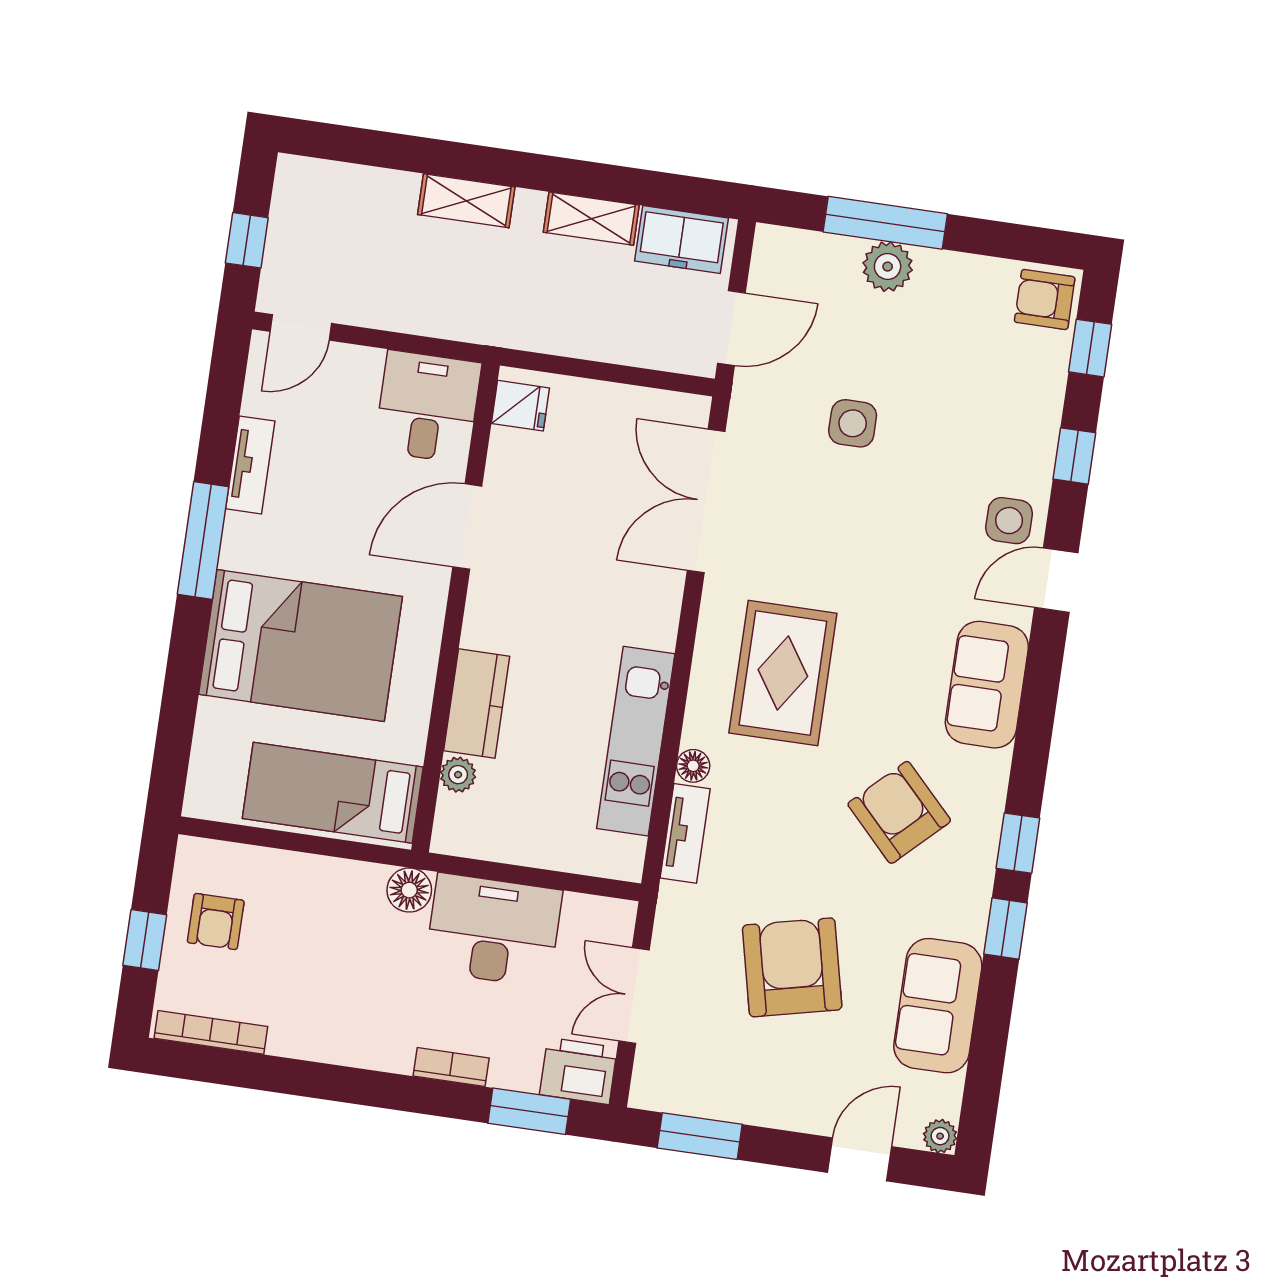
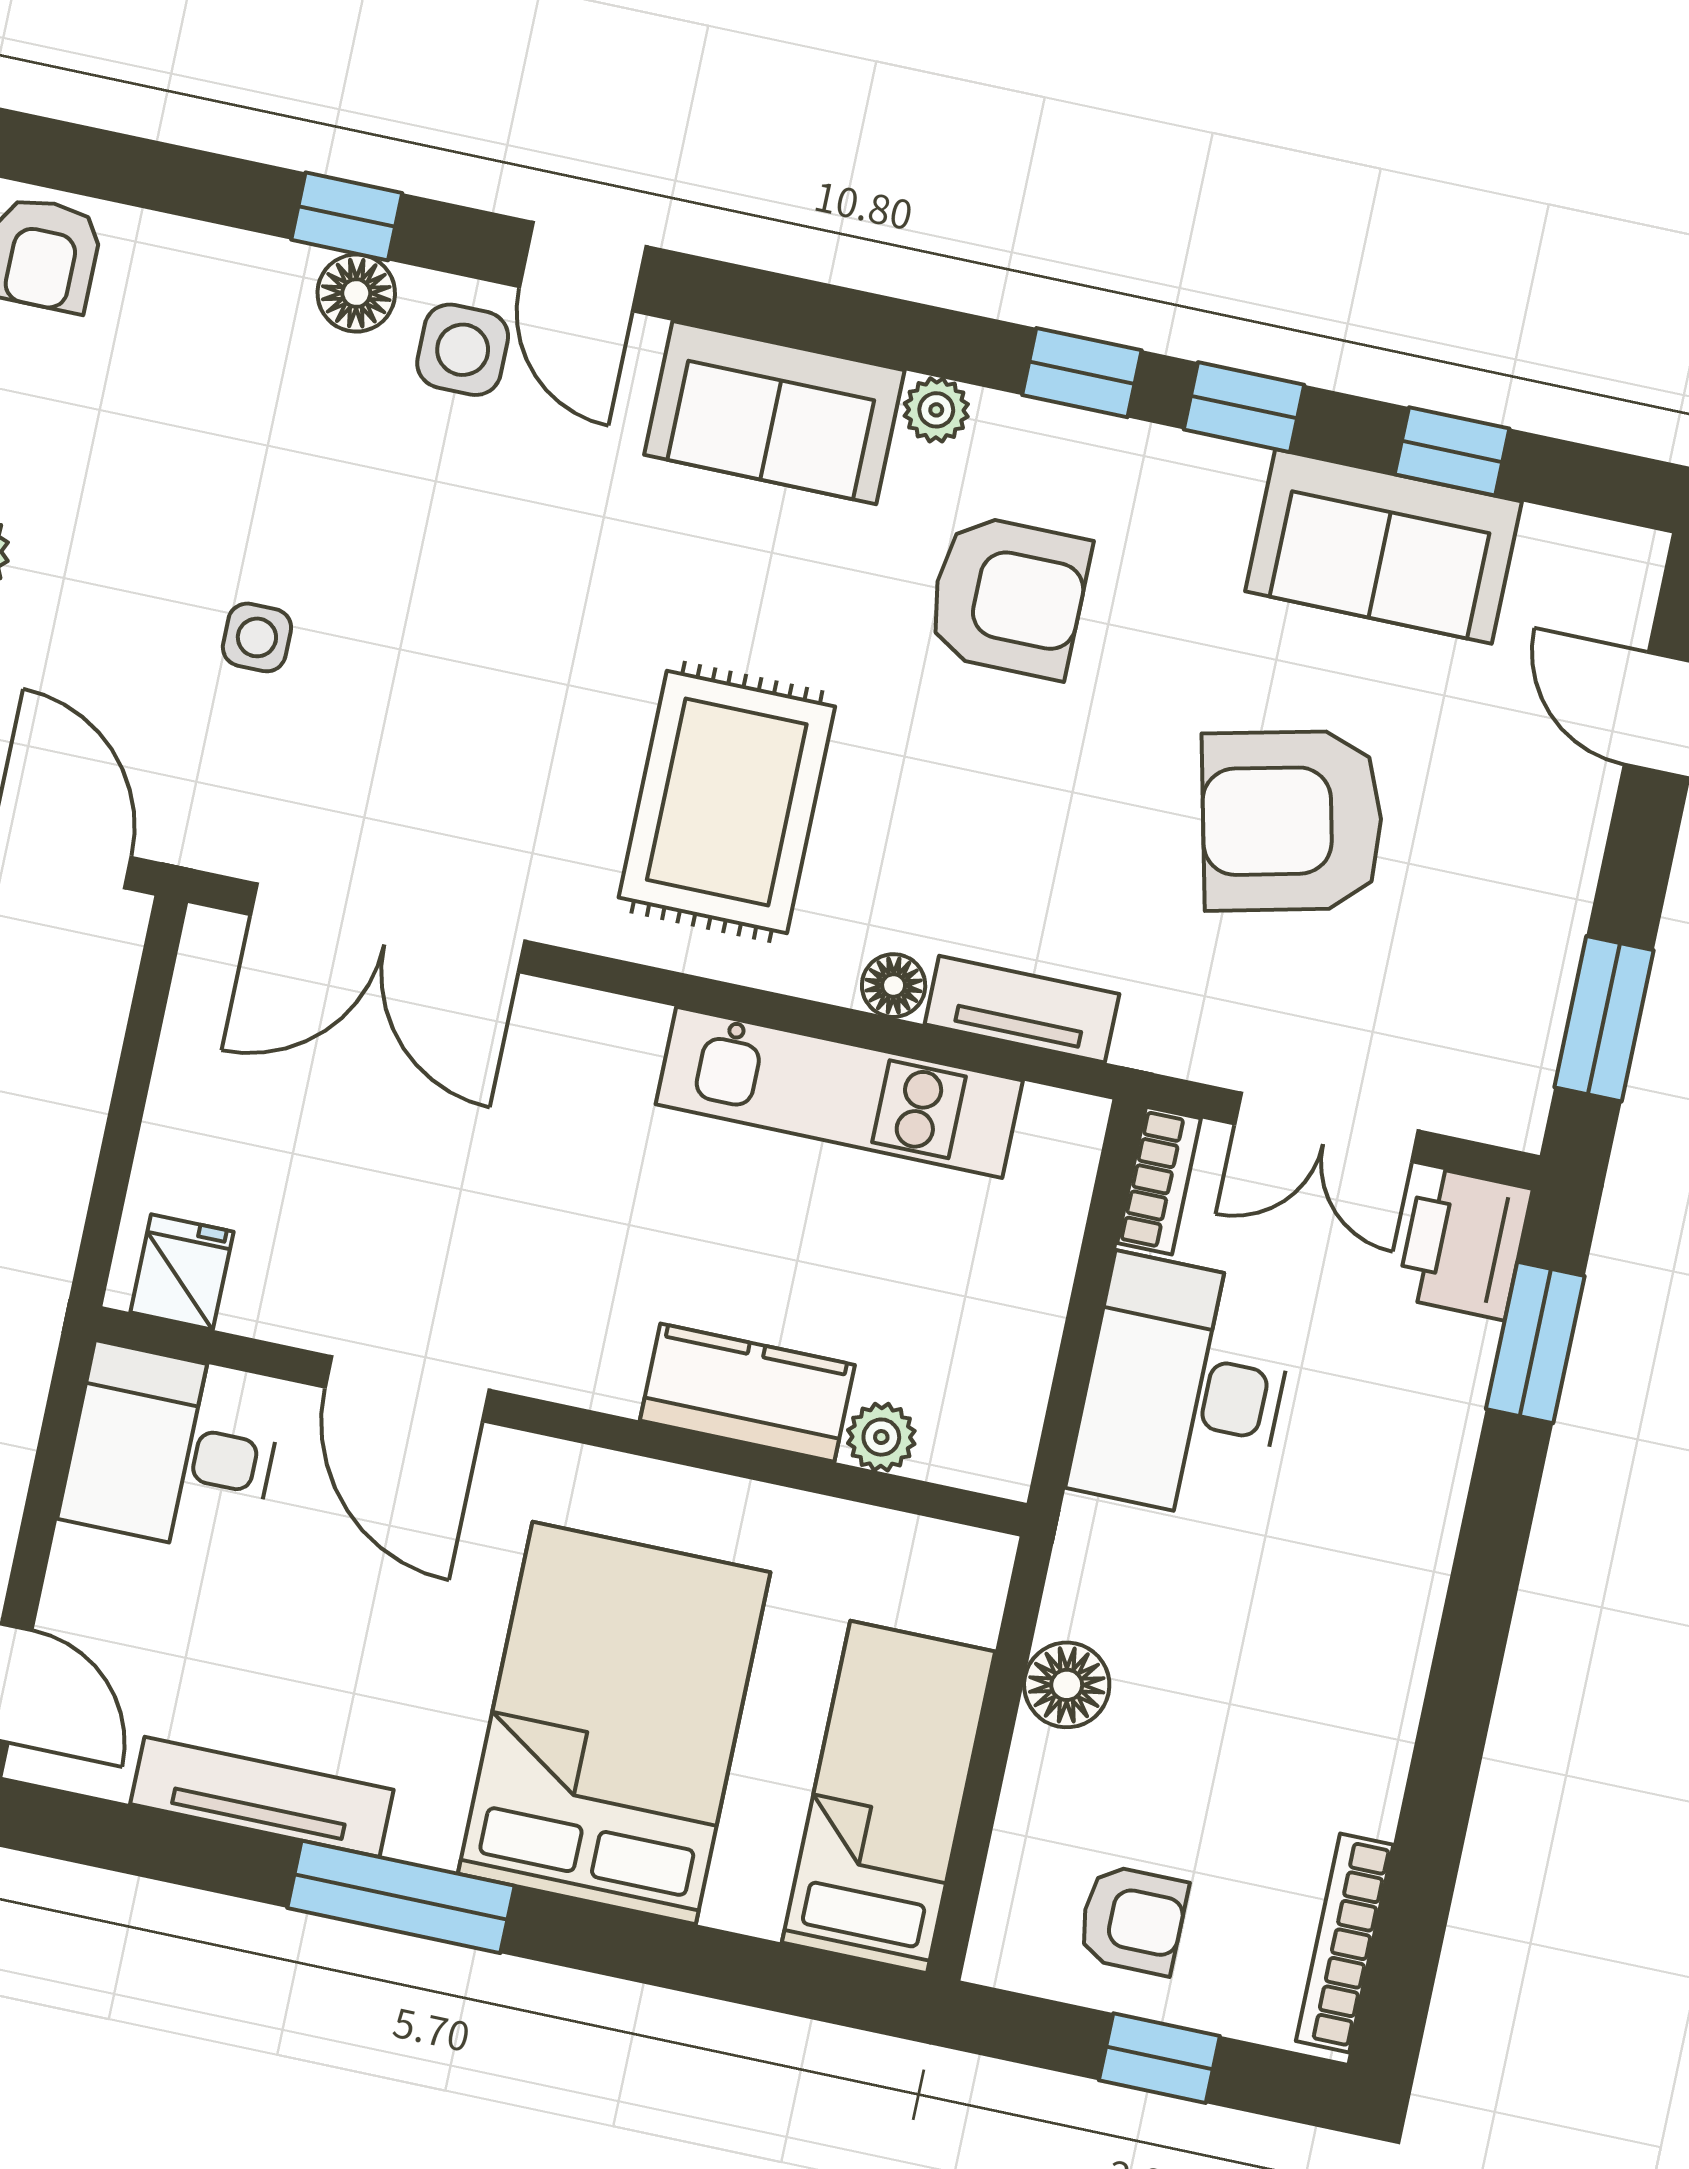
window: (1090, 348) -> (1452, 451), moved
side table: (853, 423) -> (257, 637), width x0.73, depth x0.73
floor lamp: (1035, 463) -> (356, 293), added
tv unit: (250, 465) -> (262, 1797), width x1.41
rug: (783, 673) -> (727, 802), turned 90
bed: (333, 793) -> (889, 1797), moved, turned 180
armchair: (899, 812) -> (1008, 596), turned -136
floor lamp: (409, 890) -> (1067, 1685), moved
bookcase: (451, 1067) -> (1159, 1181), moved, turned 180
plant: (940, 1136) -> (936, 410), moved

